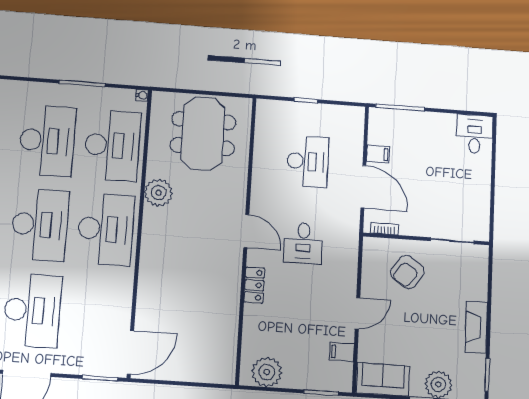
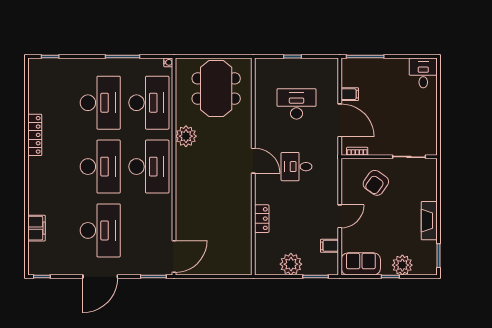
desk: (308, 161) -> (297, 104), turned -90
desk: (303, 243) -> (297, 167), turned 90
locker: (254, 285) -> (262, 219), moved
plant: (267, 372) -> (291, 264), moved

